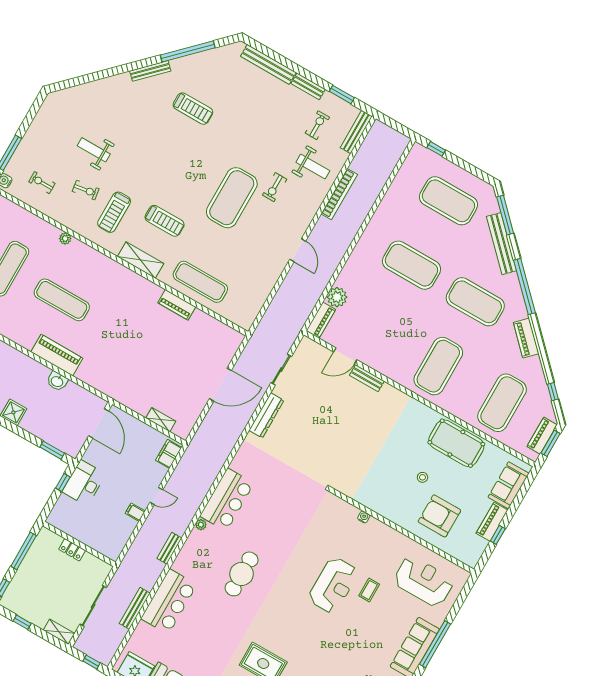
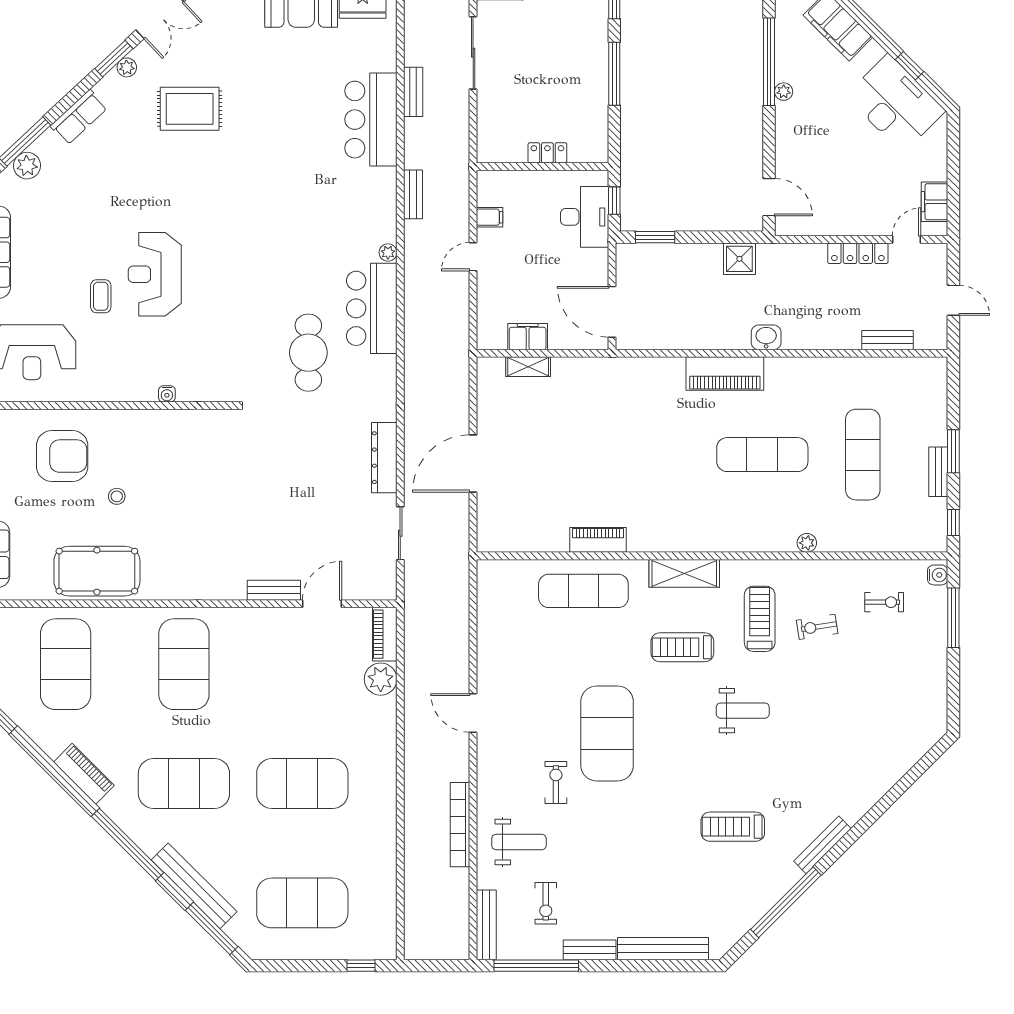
window: (342, 95) -> (536, 966), width x2.11
weight bench: (94, 150) -> (743, 711), moved
weight bench: (313, 167) -> (519, 842), turned 180
washbasin: (57, 381) -> (766, 337), moved
filing cabinet: (169, 454) -> (528, 337), moved, turned -90
wall: (79, 544) -> (542, 167), moved
locker: (72, 550) -> (547, 153), moved
cafe table: (242, 574) -> (308, 353), moved
bench: (135, 608) -> (413, 92), width x0.73

